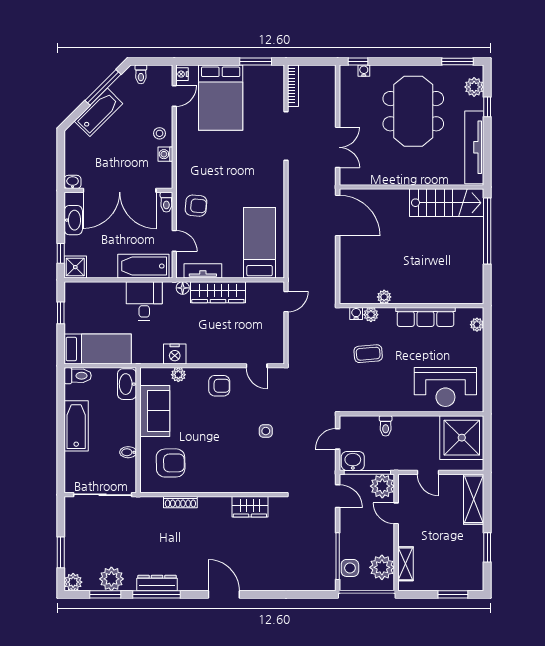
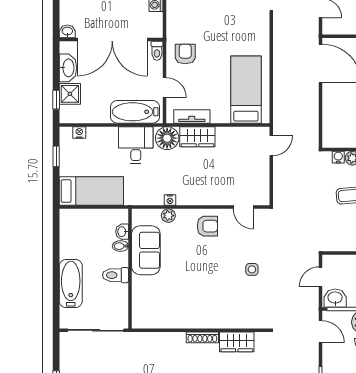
armchair: (196, 206) -> (185, 54), turned -95
shower: (75, 267) -> (70, 94), moved
nightstand: (85, 288) -> (79, 133), added
floor lamp: (183, 288) -> (167, 138), width x1.89, depth x1.89
wardrobe: (218, 292) -> (197, 137), width x0.67
nightstand: (175, 354) -> (170, 200), width x0.53, depth x0.56
toilet: (78, 376) -> (115, 275), moved, turned 180
washbasin: (127, 384) -> (122, 232), width x0.52, depth x0.69
bathtub: (76, 426) -> (71, 283), moved
bidet: (128, 452) -> (120, 246), moved
armchair: (171, 463) -> (161, 300), removed
shoe rack: (180, 502) -> (202, 337), moved

